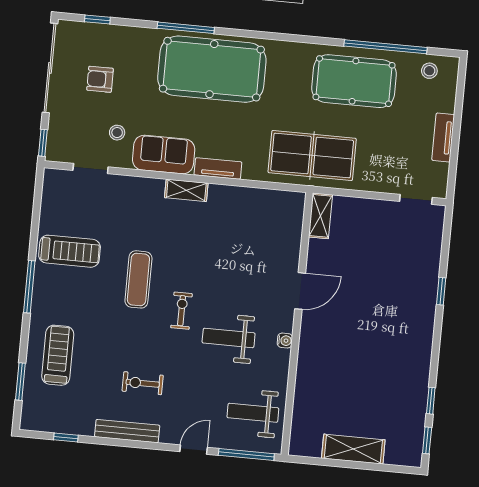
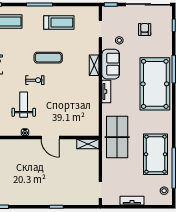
shelving: (186, 190) -> (94, 65), moved
treadmill: (70, 251) -> (59, 23), turned -90

